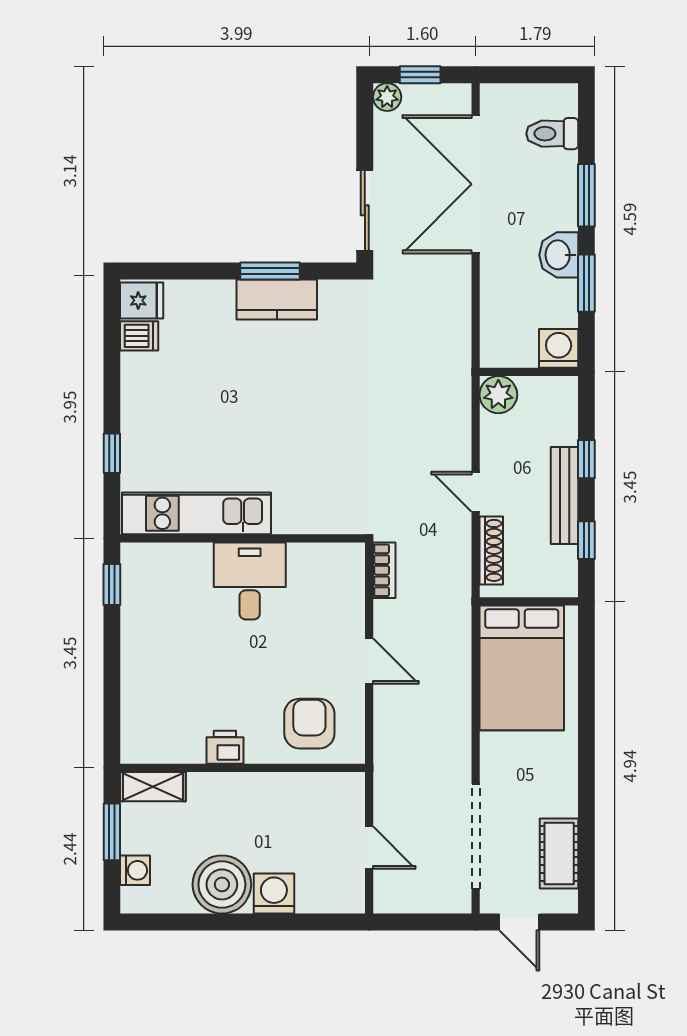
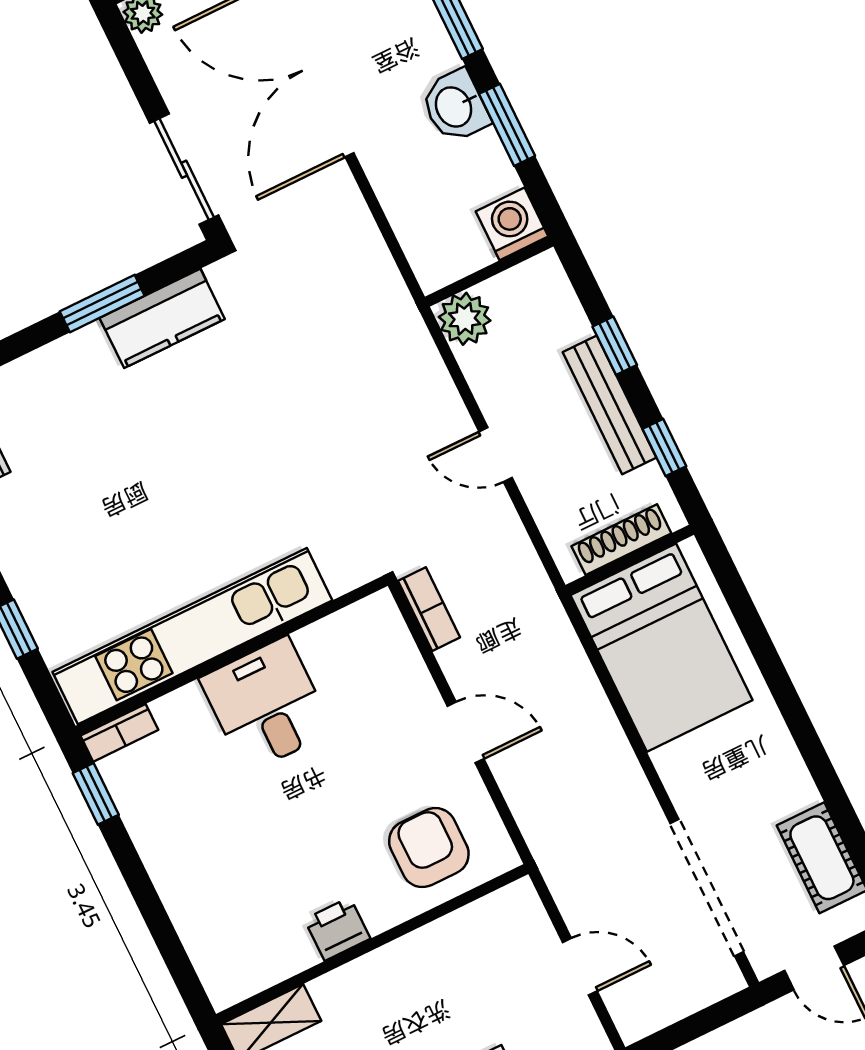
kitchen counter: (277, 299) -> (162, 318), moved
kitchen unit: (197, 513) -> (192, 636), width x1.36
shoe rack: (491, 550) -> (621, 540), moved, turned -90
bookcase: (146, 553) -> (119, 733), added

